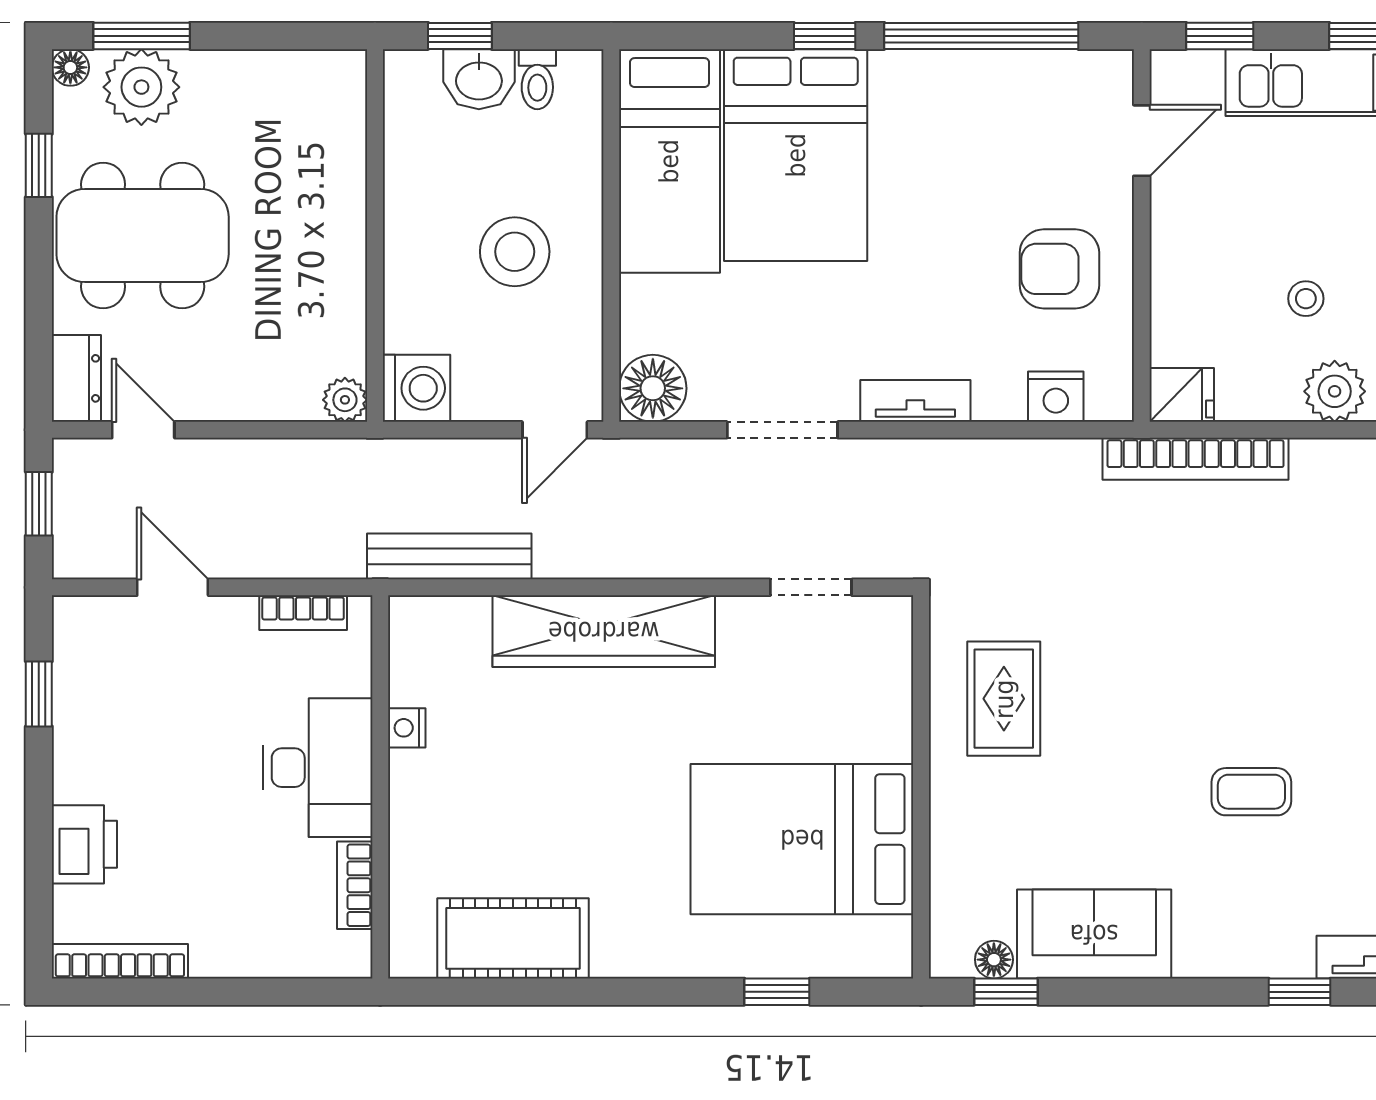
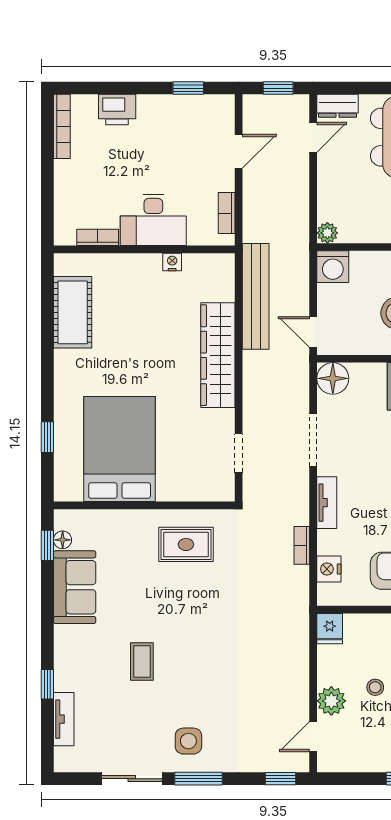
bookcase: (1196, 459) -> (302, 545), moved, width x0.43, depth x0.76
bench: (449, 556) -> (256, 296), width x1.37, depth x1.21

